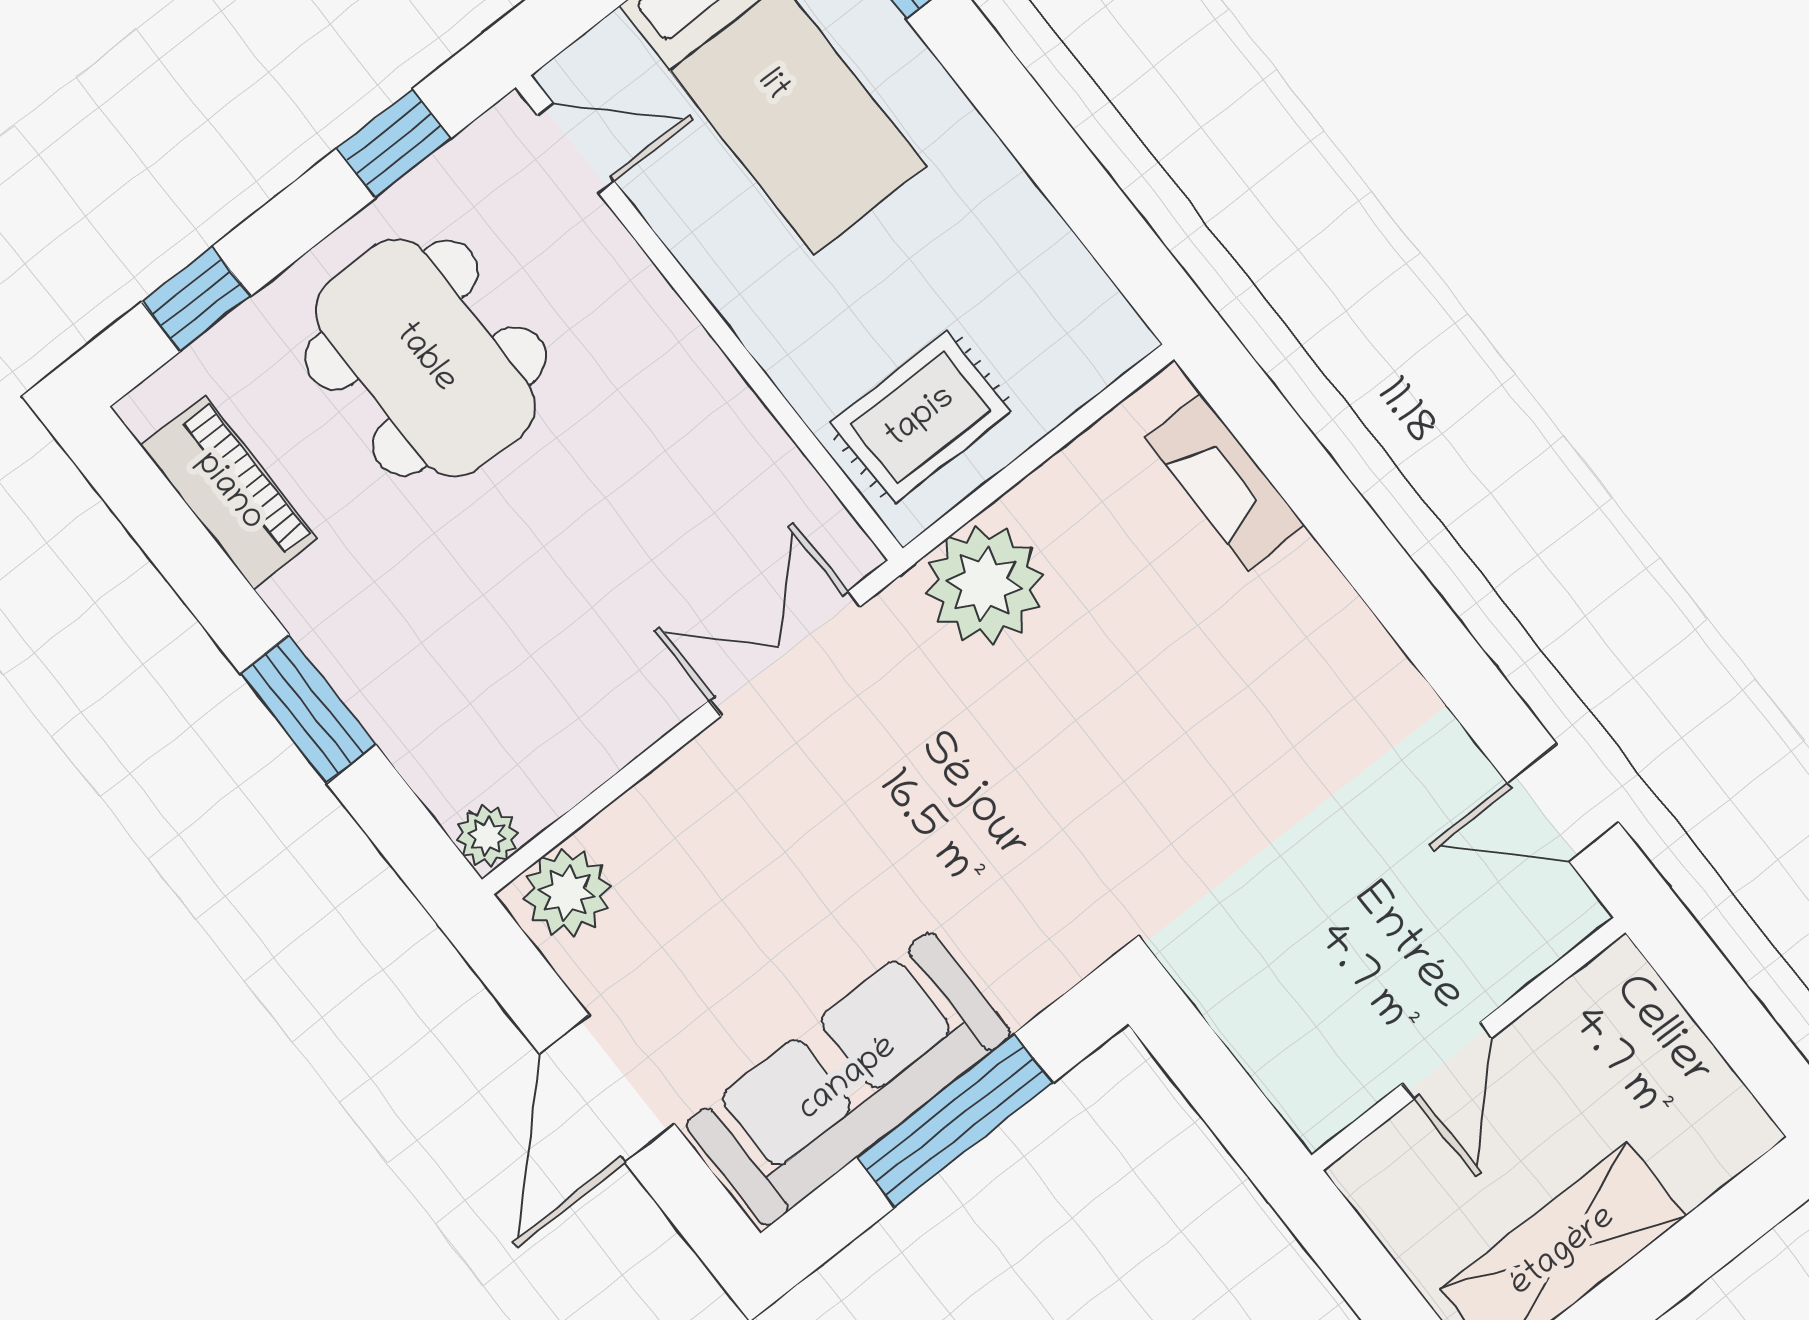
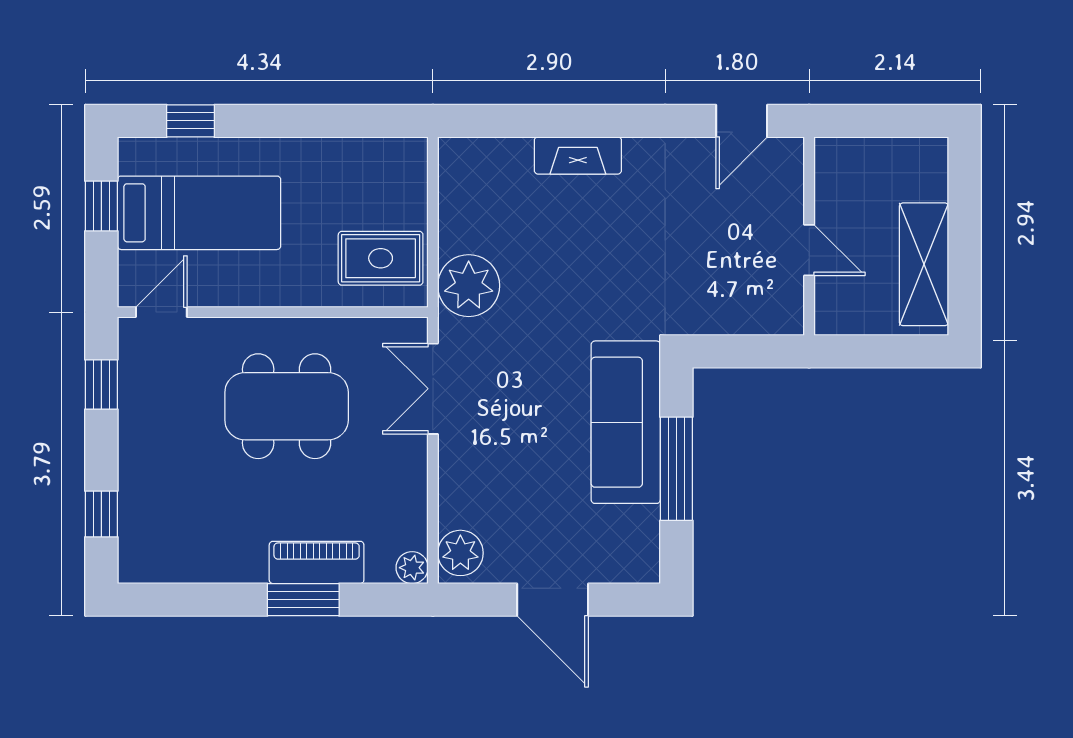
dining table: (425, 358) -> (287, 406), moved
rug: (921, 418) -> (381, 258), turned 90
fireplace: (1225, 482) -> (578, 155), moved
piano: (229, 492) -> (317, 562), moved
sofa: (848, 1079) -> (626, 422), moved

